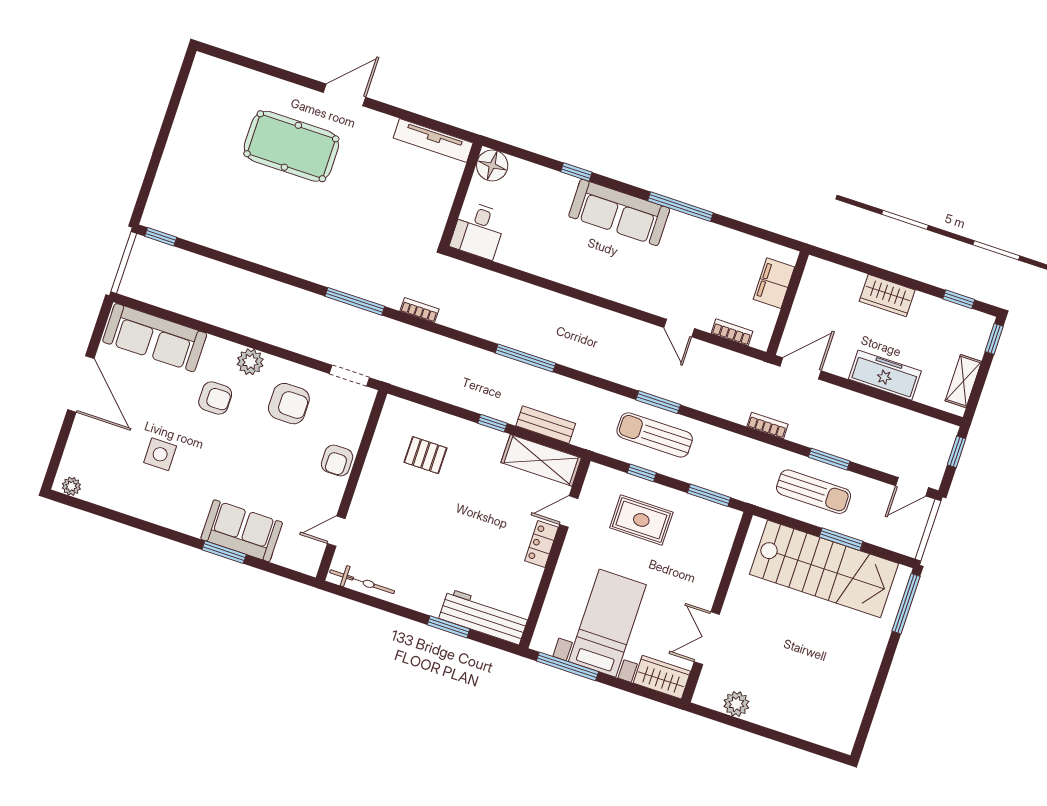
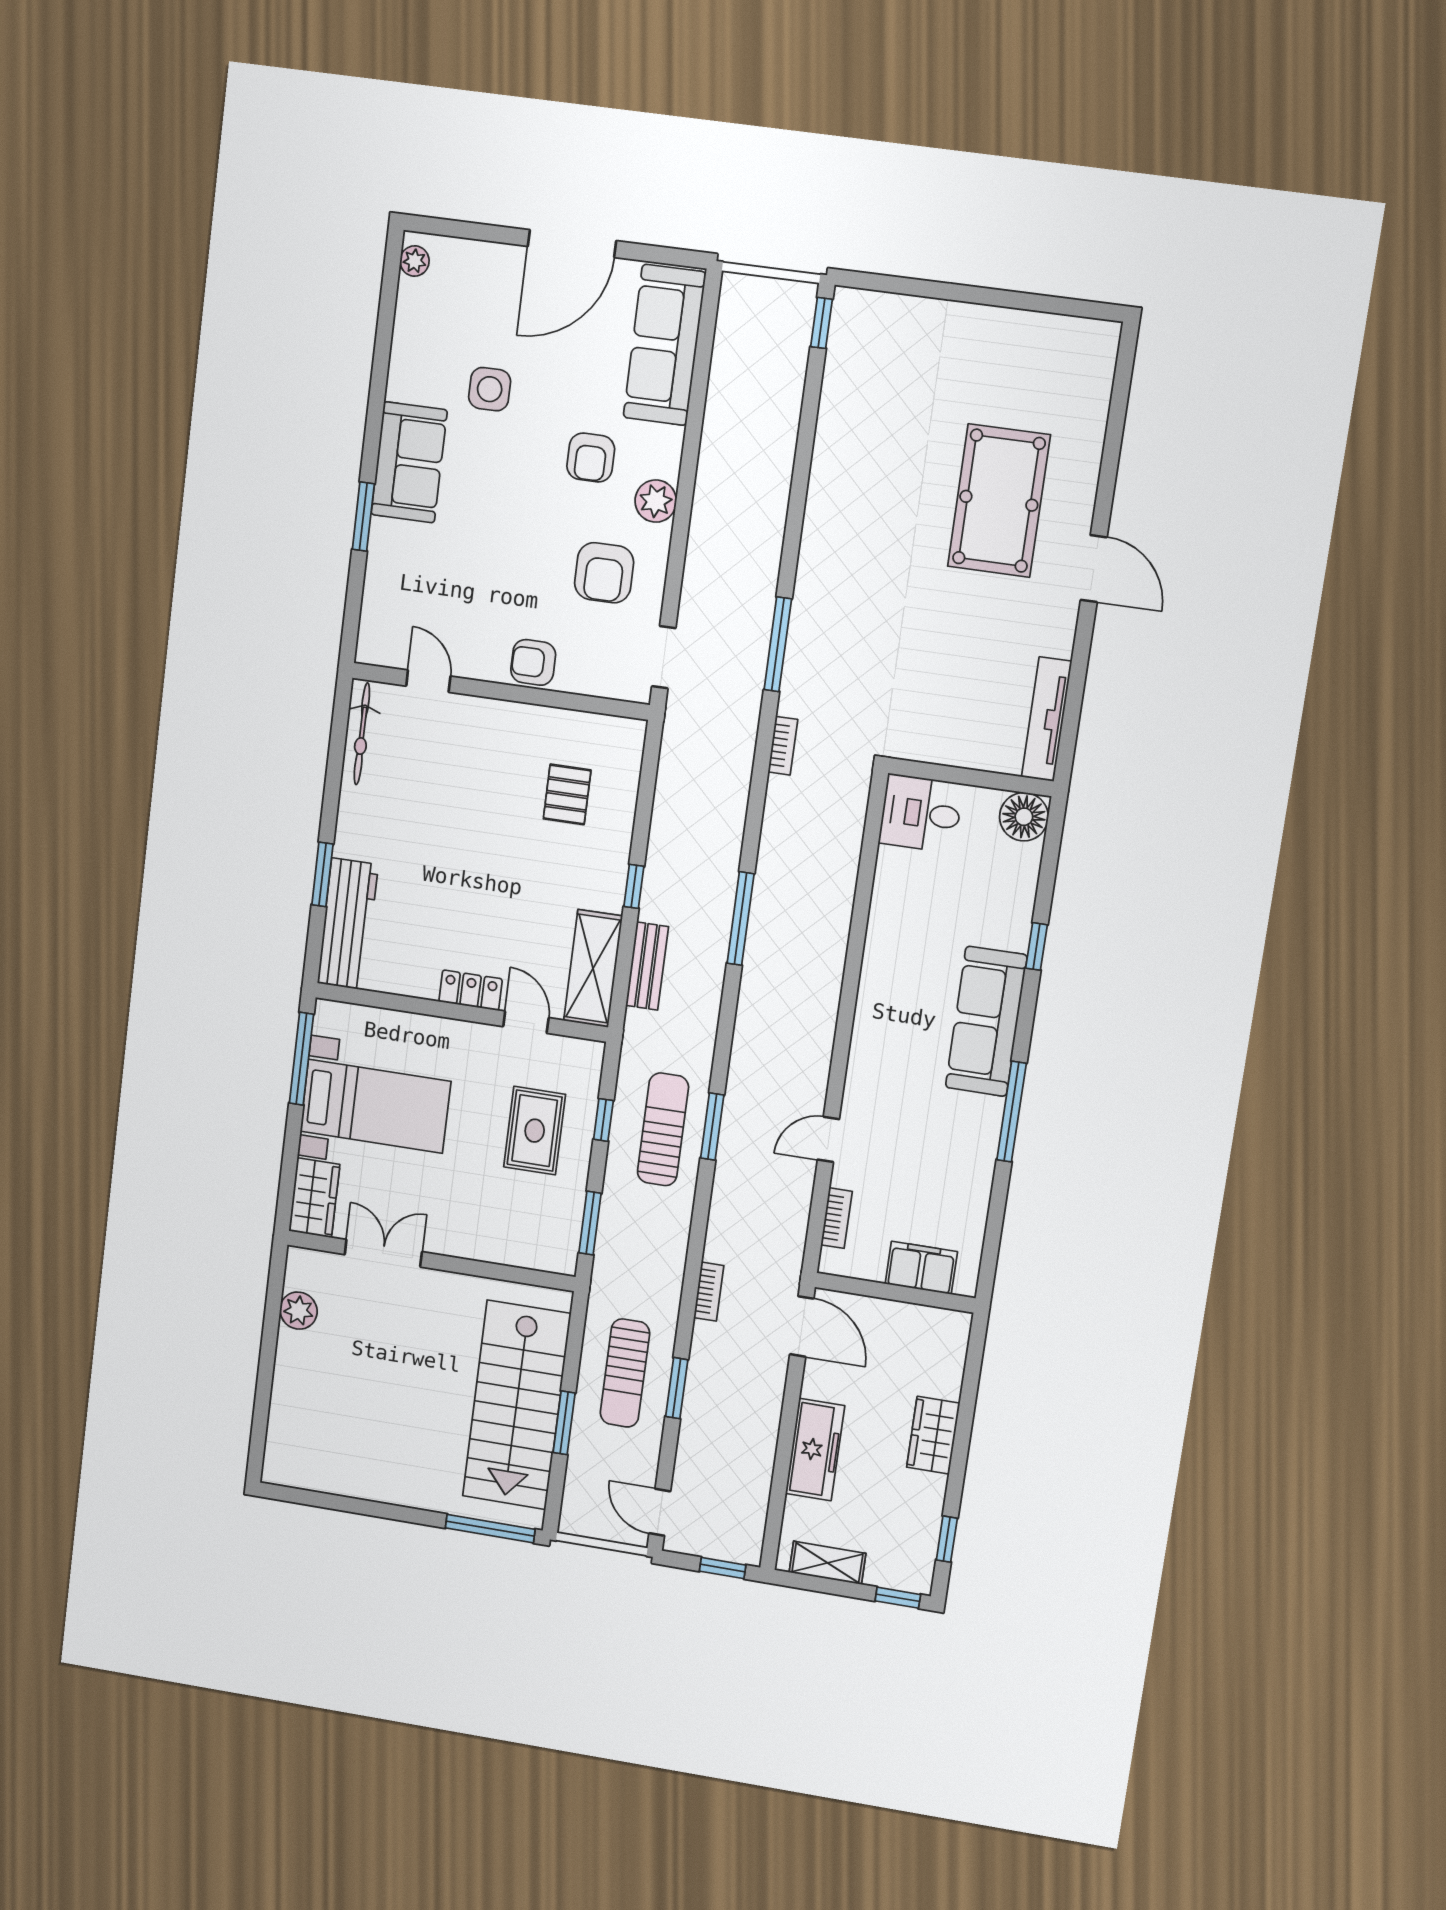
sofa: (242, 531) -> (409, 462), moved

